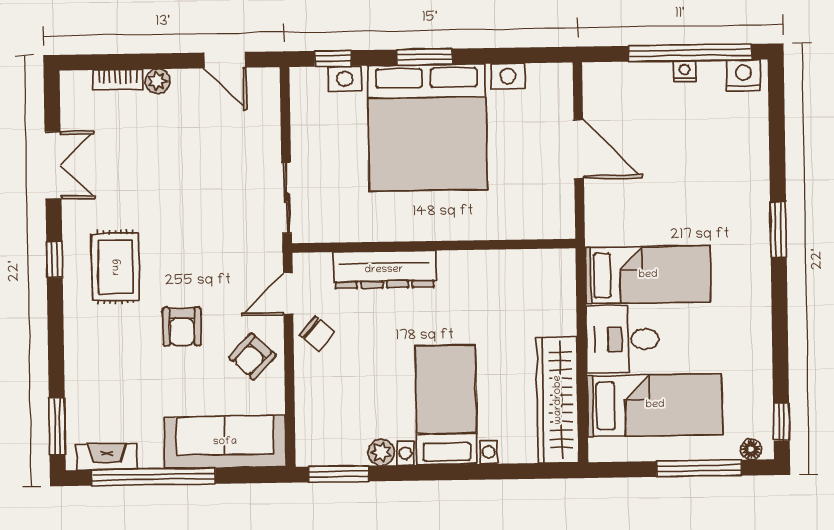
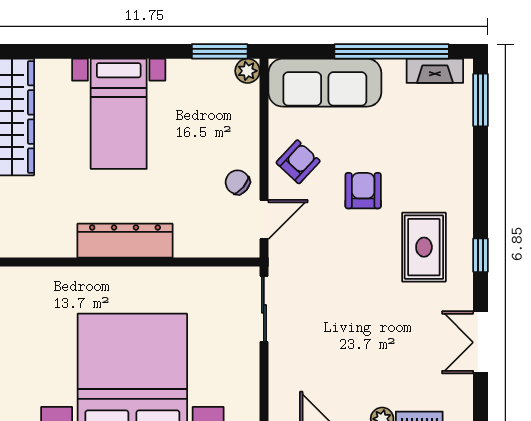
dresser: (384, 270) -> (125, 241), moved
plant: (381, 452) -> (247, 71), moved

